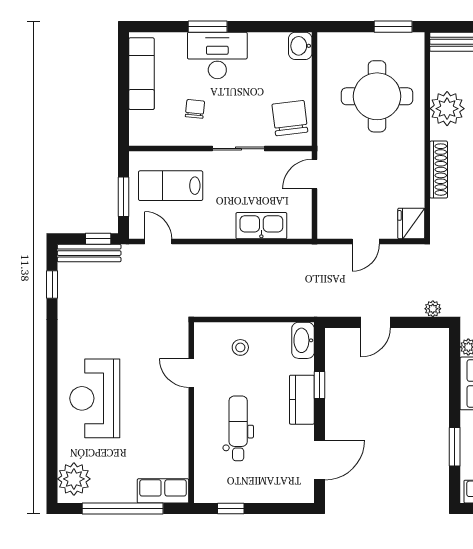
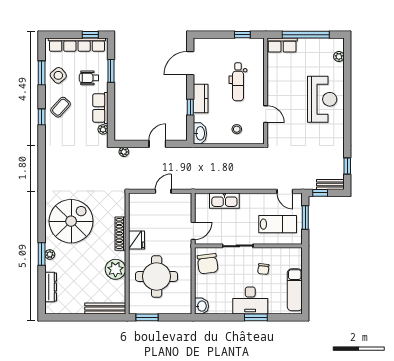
fridge: (411, 224) -> (136, 240), moved
bench: (89, 253) -> (330, 185), width x0.73
plant: (74, 479) -> (339, 56), width x0.53, depth x0.53

